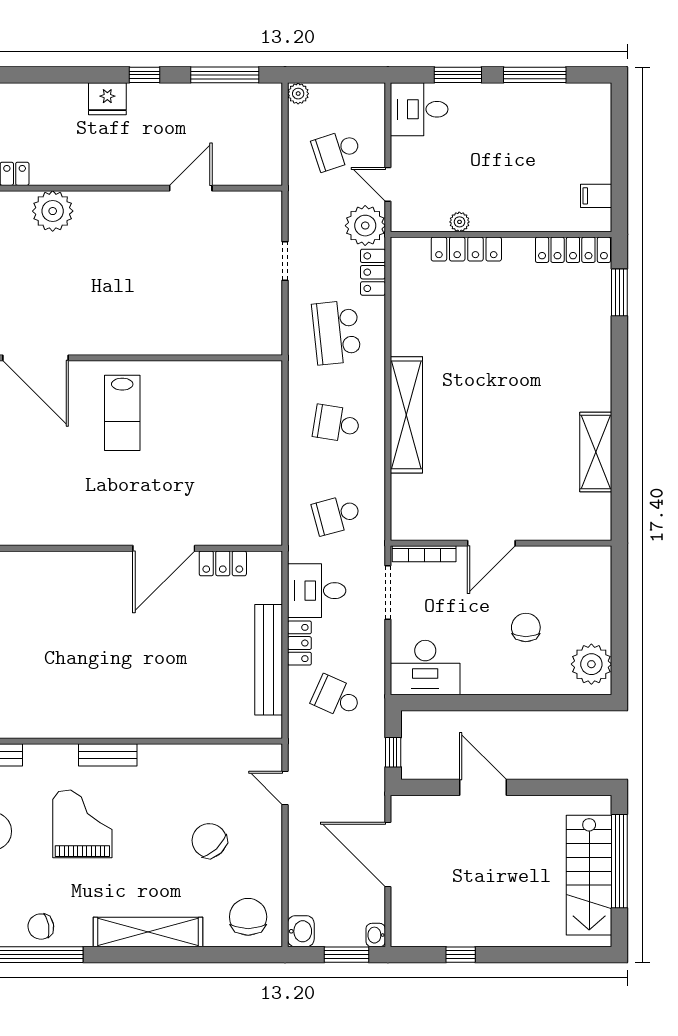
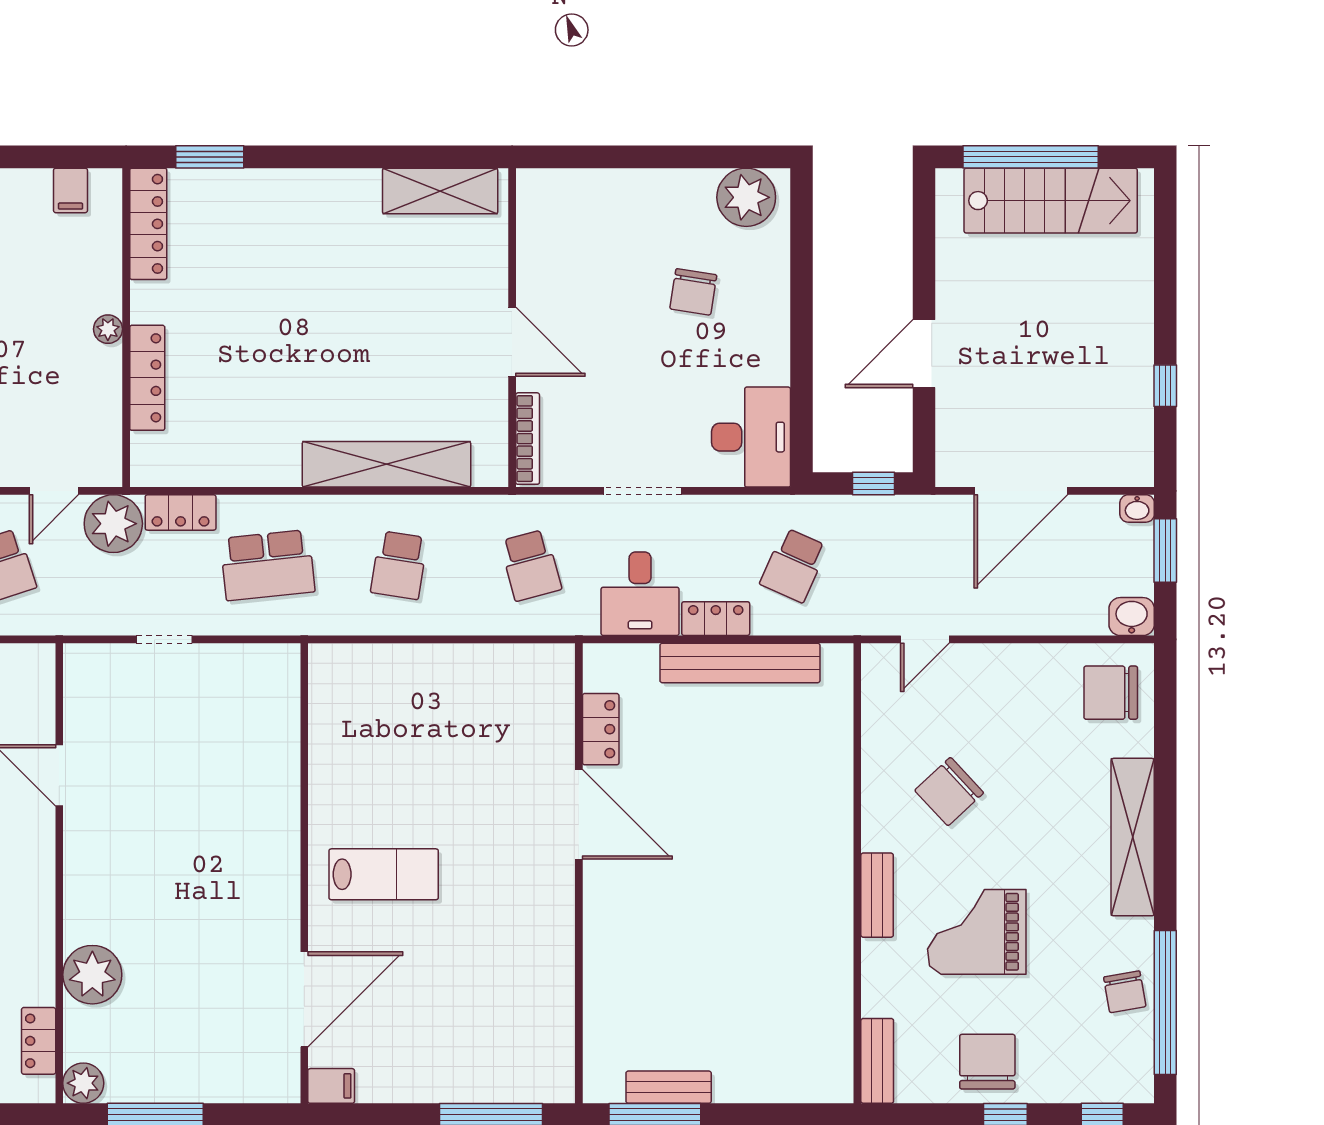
plant: (459, 222) -> (108, 329), moved
door: (491, 543) -> (512, 342), moved
wall: (501, 543) -> (512, 328), moved
bookcase: (424, 554) -> (528, 439), moved
chair: (526, 627) -> (693, 292), turned -81
chair: (209, 841) -> (949, 792), moved

